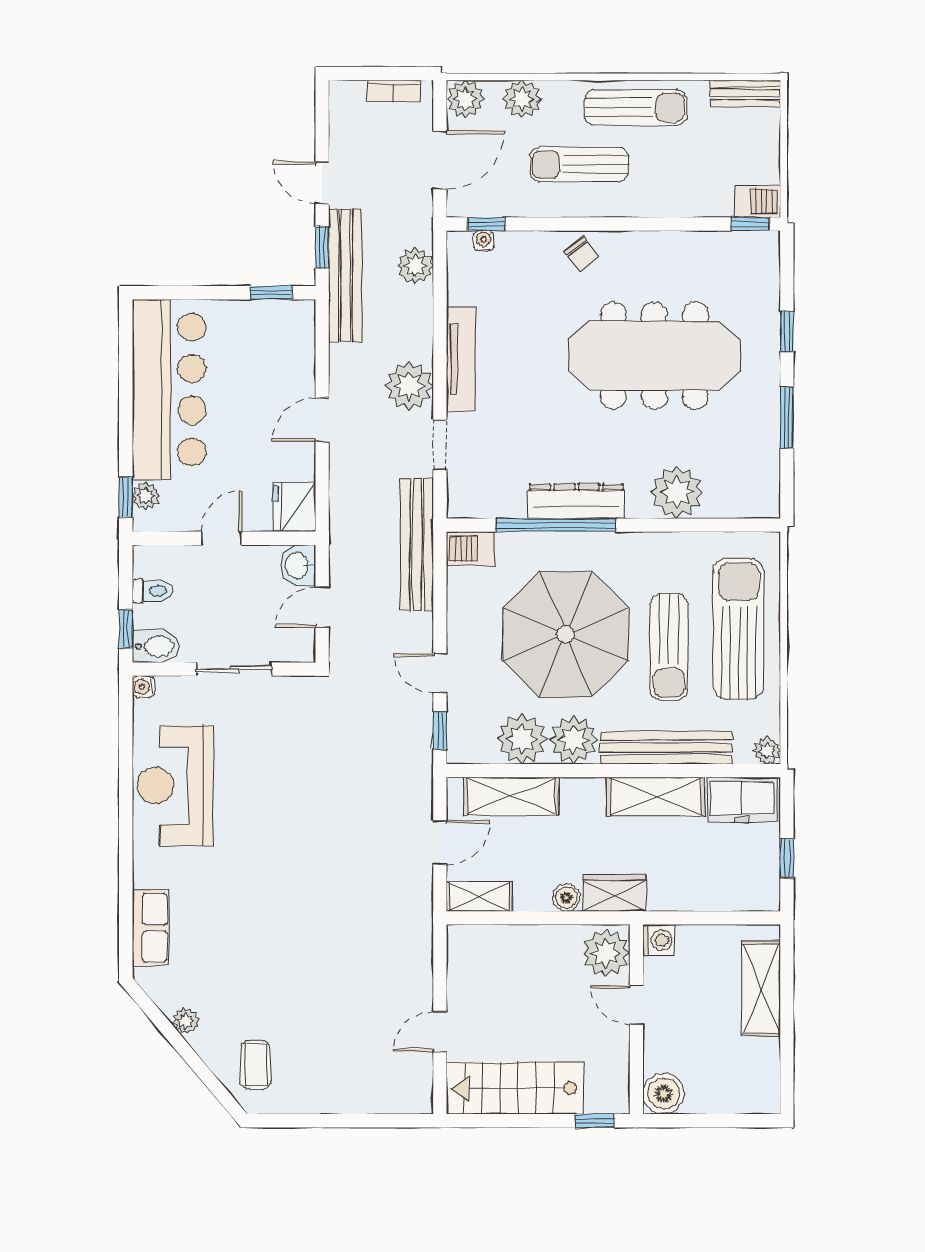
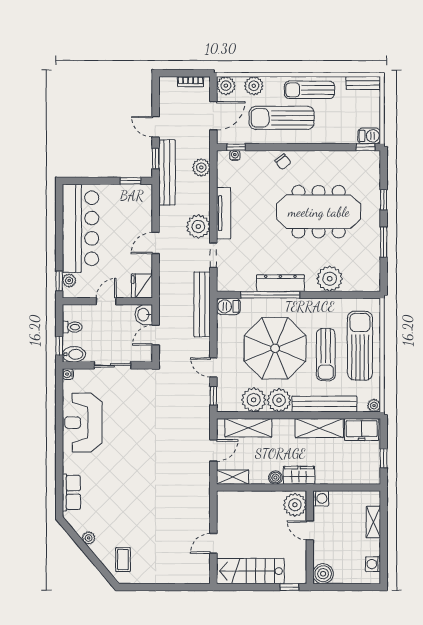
sun lounger: (636, 107) -> (309, 90), turned 180
sun lounger: (579, 164) -> (282, 118), width x1.36, depth x1.34
shelving: (761, 988) -> (373, 522), width x0.67, depth x0.75
washing machine: (765, 1074) -> (373, 564), added

